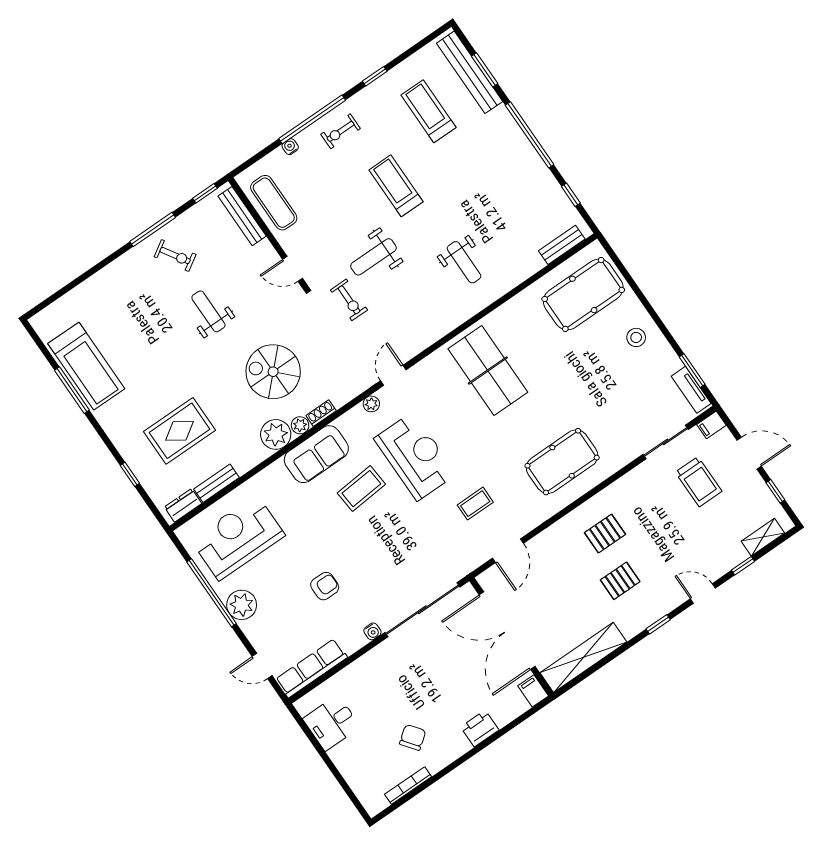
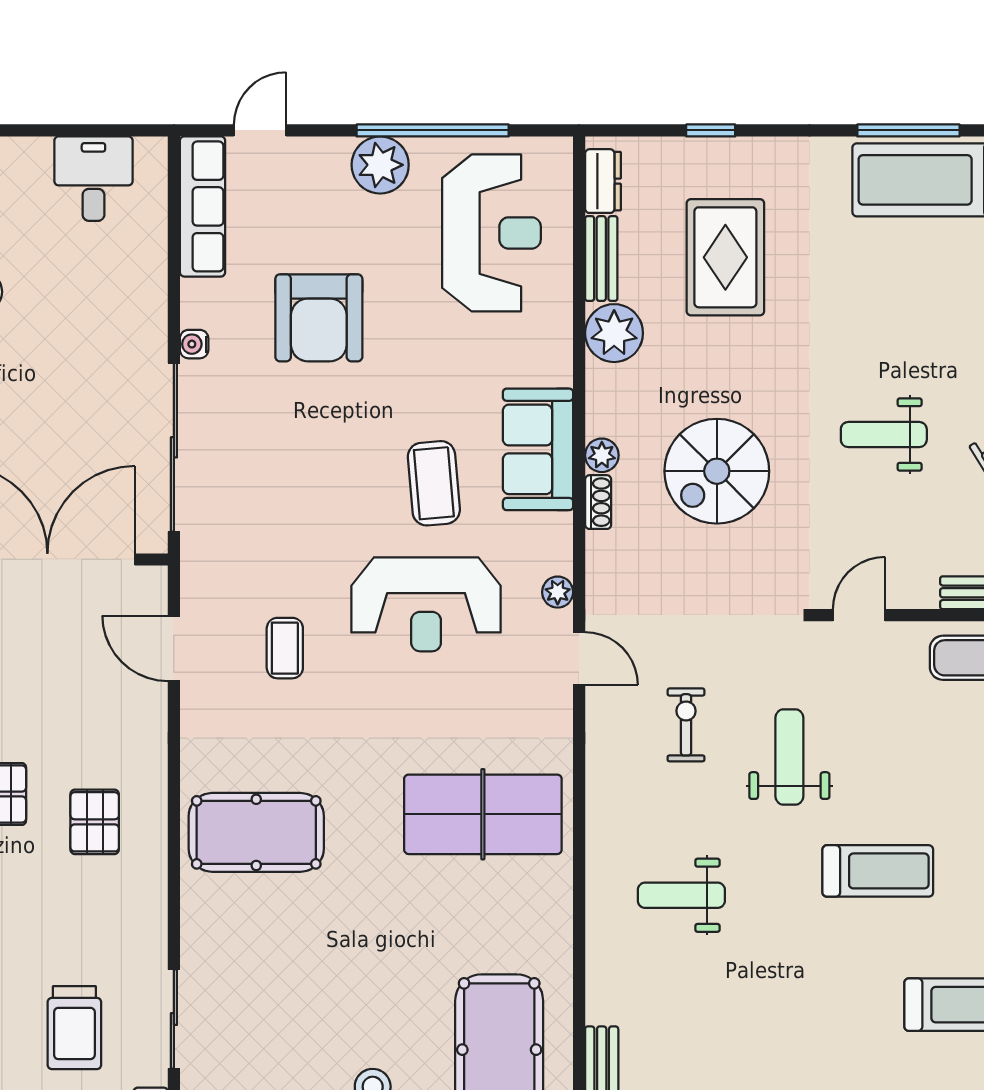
exercise bike: (349, 300) -> (686, 725), moved, turned 90
weight bench: (208, 311) -> (884, 435), turned 180
spiral stairs: (273, 372) -> (717, 471), turned 180
plant: (276, 434) -> (614, 333), moved
pool table: (562, 462) -> (256, 832), turned 90
trolley: (699, 482) -> (74, 1028), turned -90
armchair: (325, 586) -> (319, 318), width x1.88, depth x1.88

